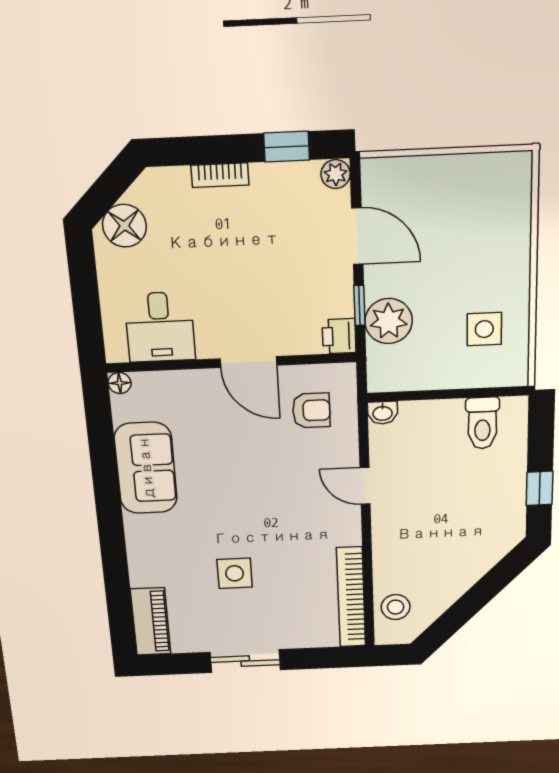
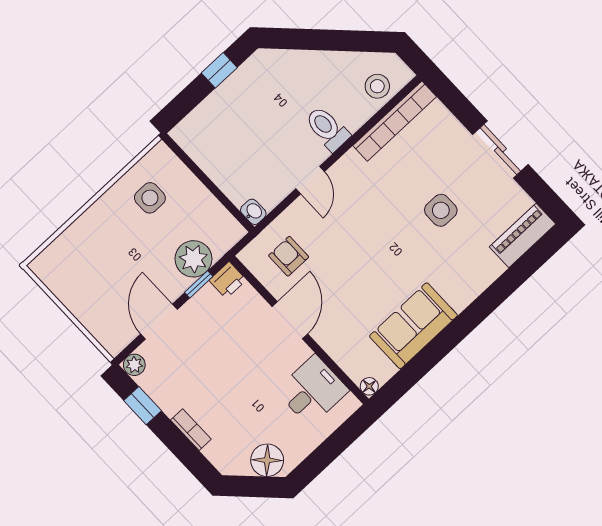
toilet: (482, 423) -> (327, 129), moved, turned -90

